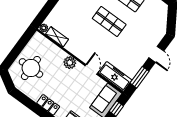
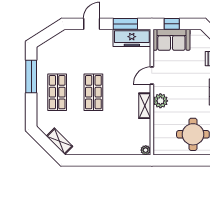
shelving: (57, 37) -> (145, 106), moved
freezer: (115, 76) -> (132, 38), moved, turned -90

